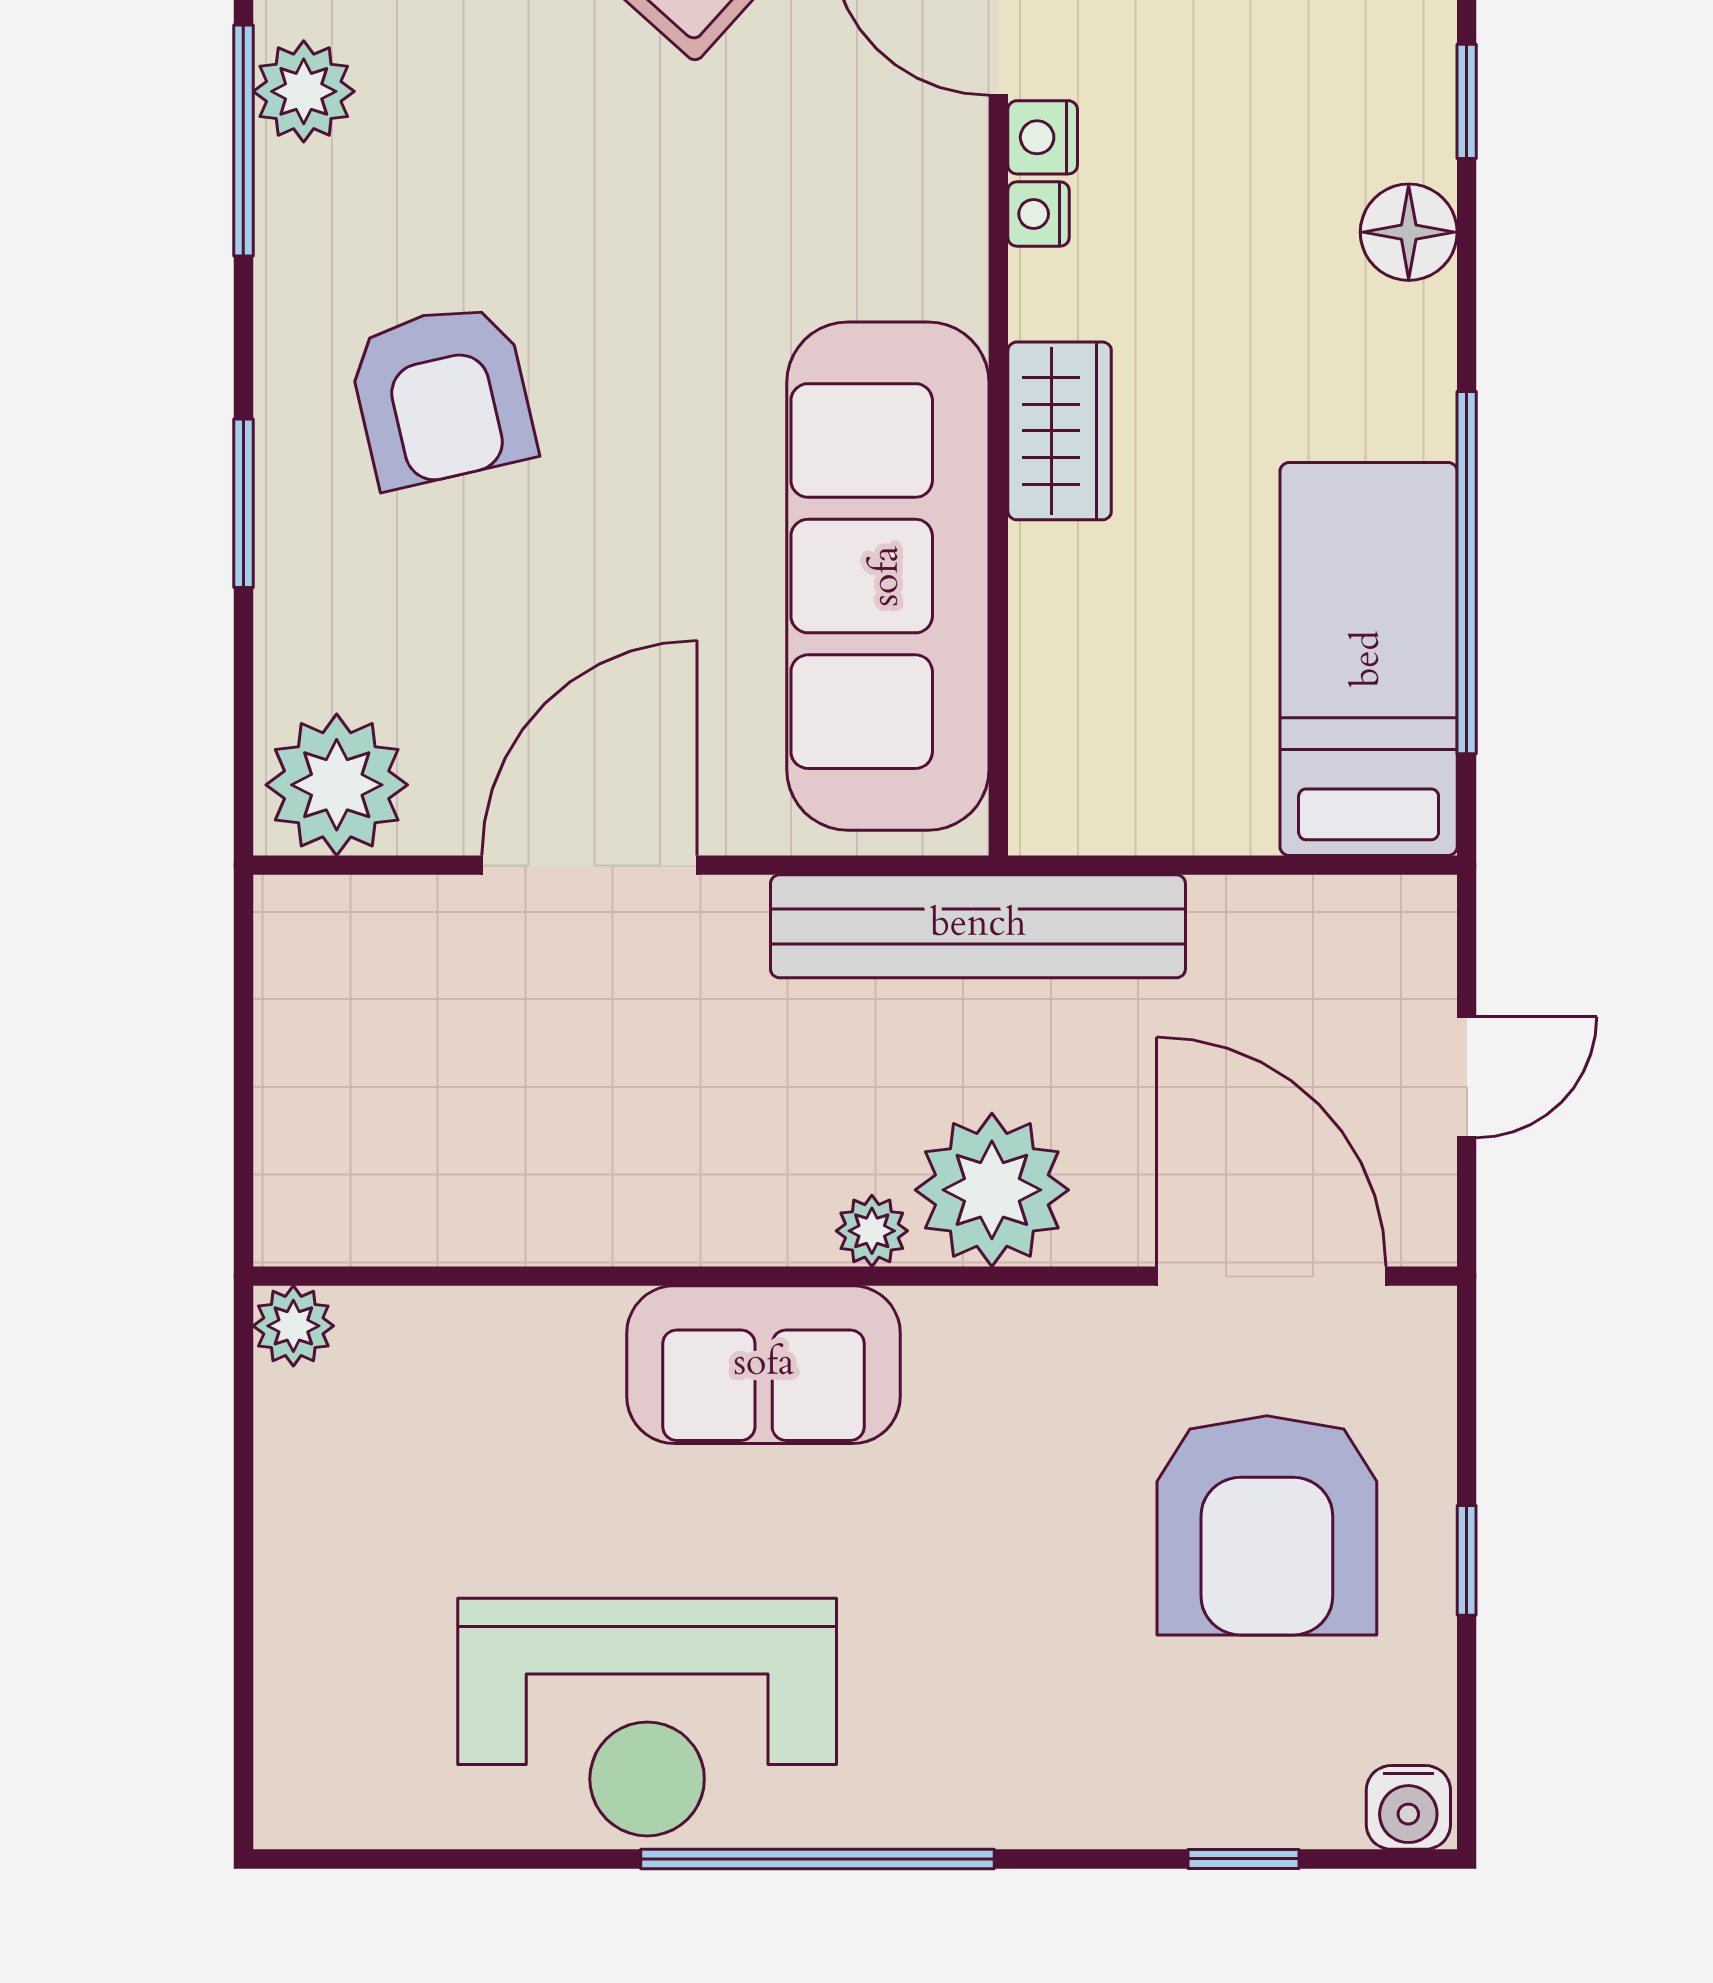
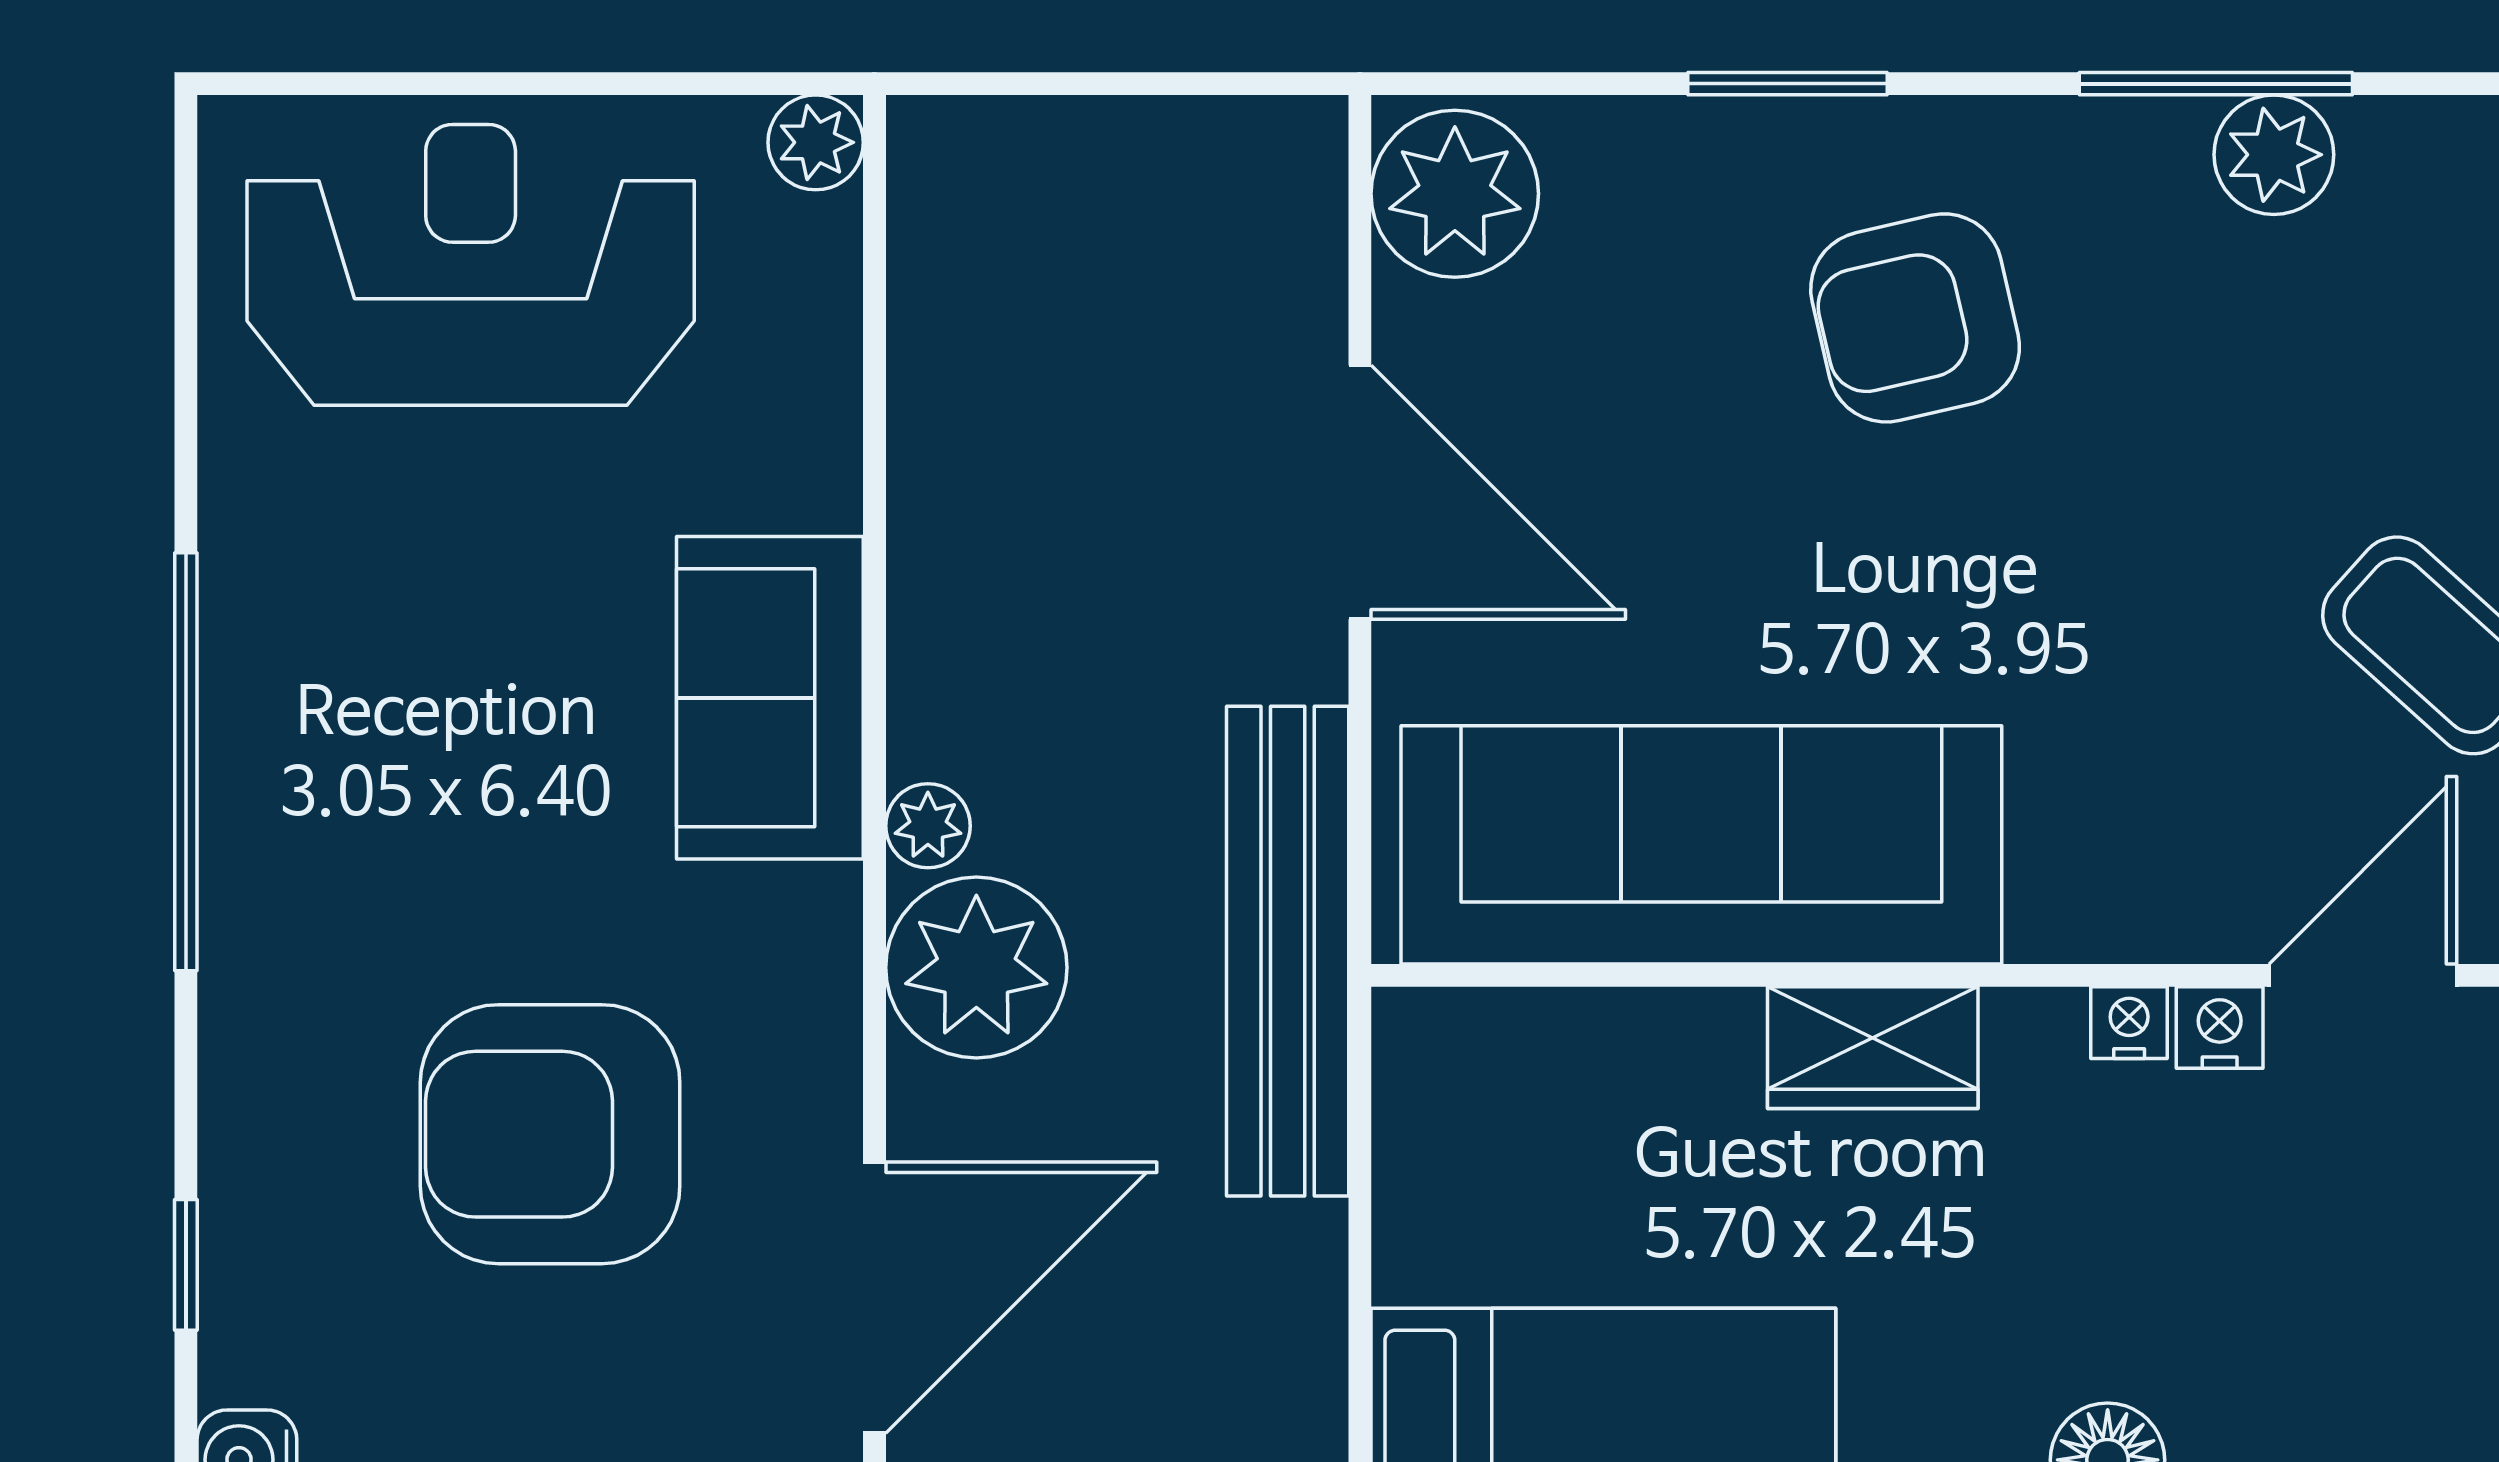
armchair: (1267, 1525) -> (550, 1134), moved
reception desk: (647, 1717) -> (471, 265), moved, turned 90

